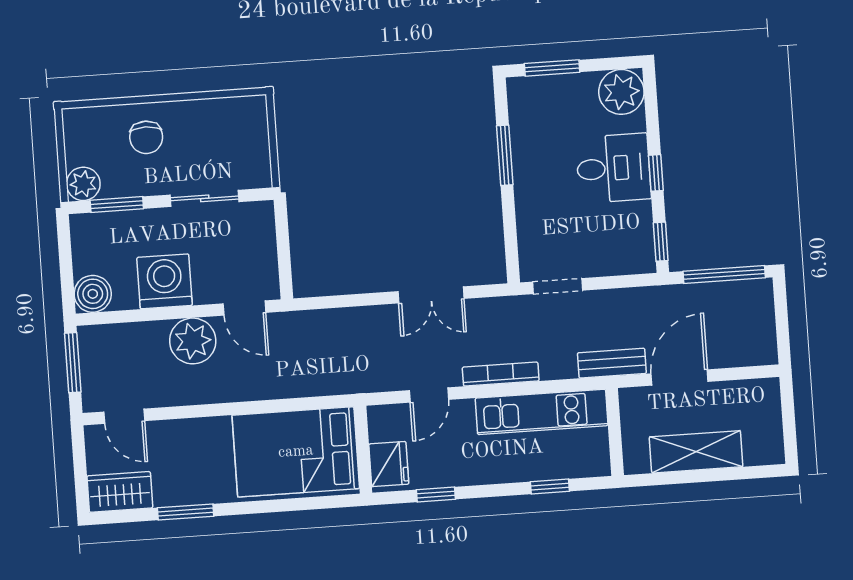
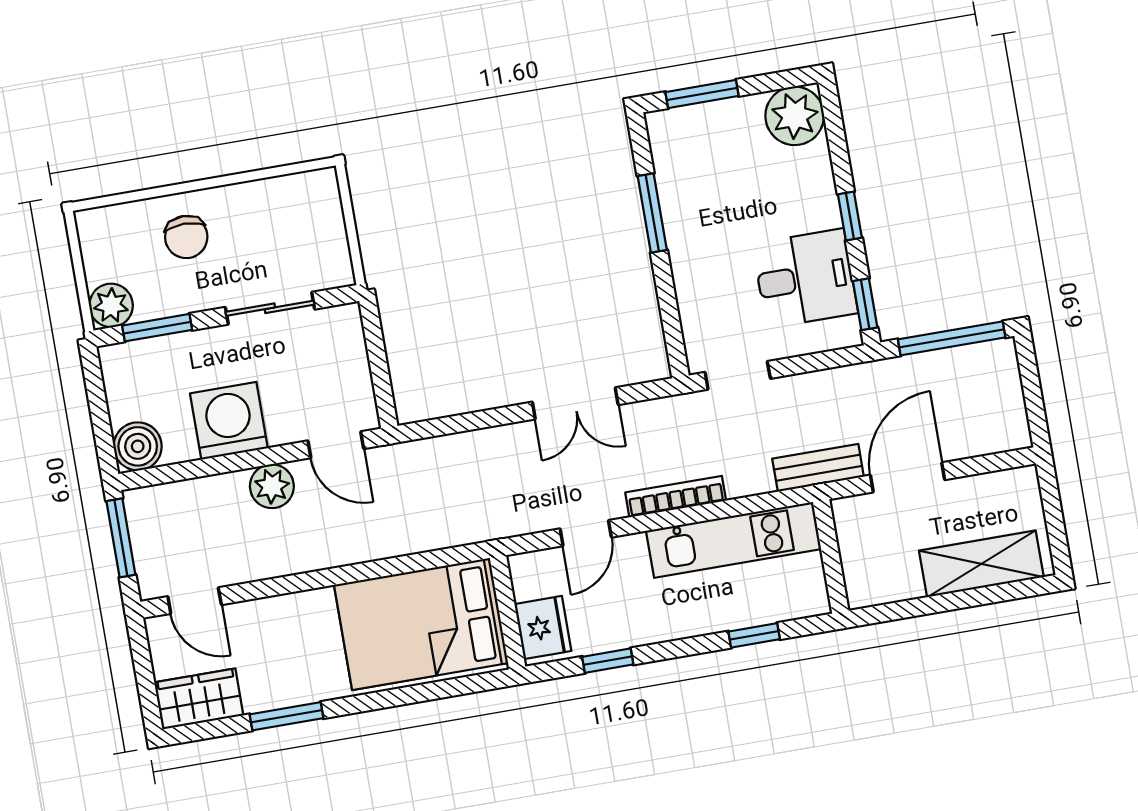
desk: (613, 168) -> (805, 278), moved
plant: (193, 341) -> (272, 486), width x0.73, depth x0.73
shelving: (696, 452) -> (981, 564), moved

